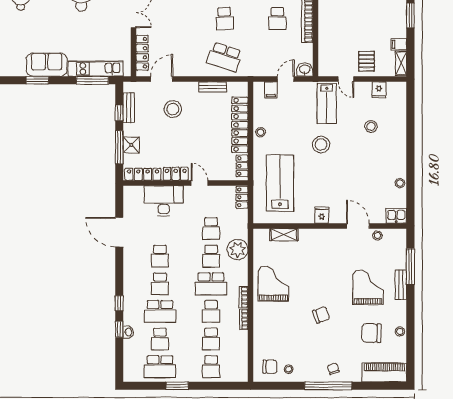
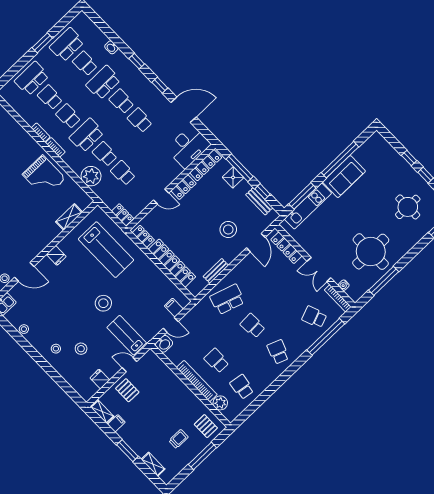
door: (286, 79) -> (171, 325), hinge flipped
window: (37, 80) -> (340, 160), width x2.11
stool: (261, 132) -> (56, 349), moved
desk: (164, 201) -> (188, 147), moved
window: (119, 329) -> (160, 85), moved
school desk: (211, 367) -> (32, 78), width x1.85

